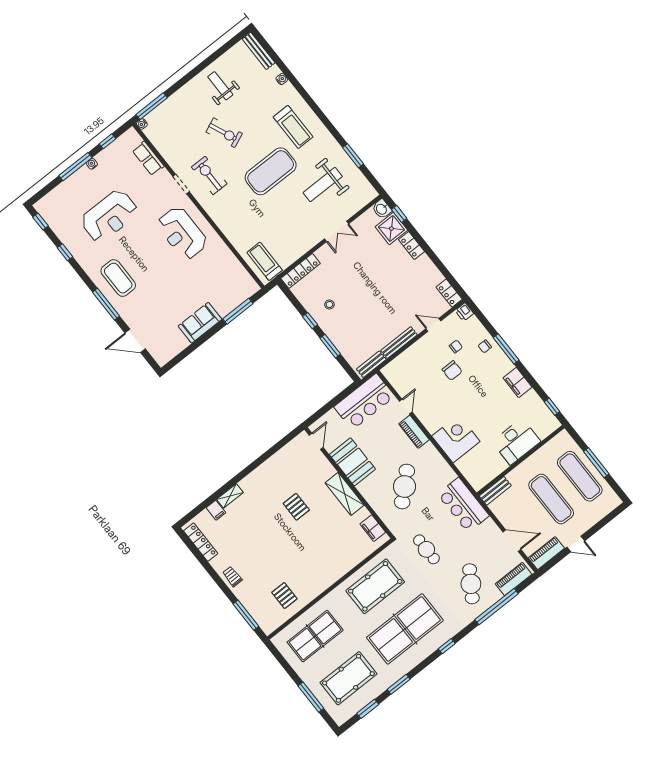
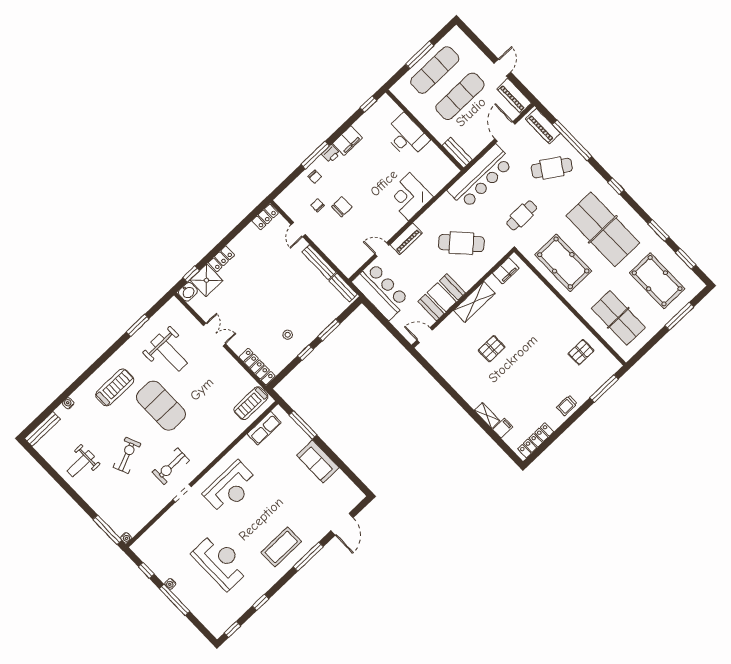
row of seats: (148, 158) -> (264, 428), moved
printer: (464, 312) -> (331, 154), moved
bar counter: (463, 505) -> (481, 177), width x1.36

